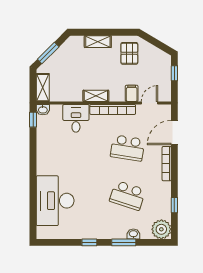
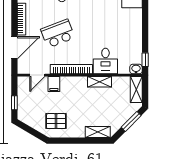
shelving: (98, 42) -> (98, 132), moved
pallet: (129, 53) -> (56, 121), turned 90
shelving: (96, 96) -> (100, 82), moved
school desk: (128, 148) -> (58, 34), turned -30

